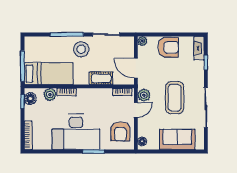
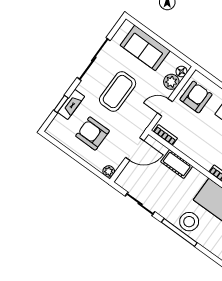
armchair: (168, 47) -> (93, 133), moved
fireplace: (199, 48) -> (71, 104), moved
stool: (81, 49) -> (189, 222), moved
door: (136, 68) -> (135, 149), hinge flipped
plant: (144, 95) -> (171, 82), moved

